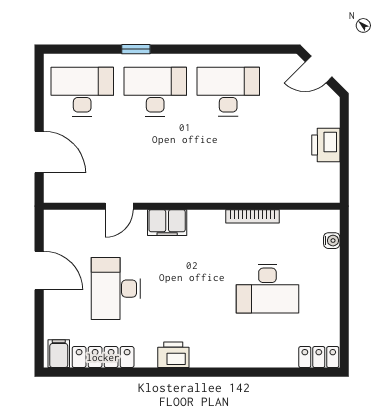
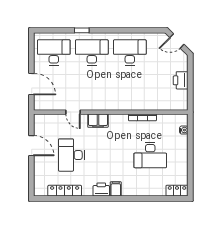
door: (119, 206) -> (73, 112), hinge flipped
filing cabinet: (59, 354) -> (116, 189), moved

